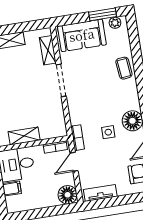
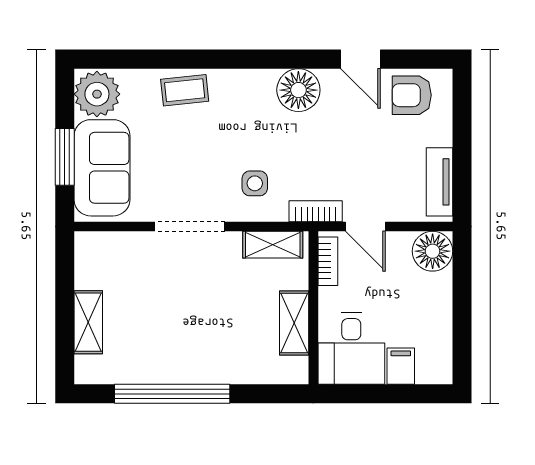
window: (103, 14) -> (65, 157), moved
plant: (115, 23) -> (97, 94), width x1.87, depth x1.87
shelving: (48, 50) -> (273, 245), moved
side table: (108, 132) -> (255, 183), moved

